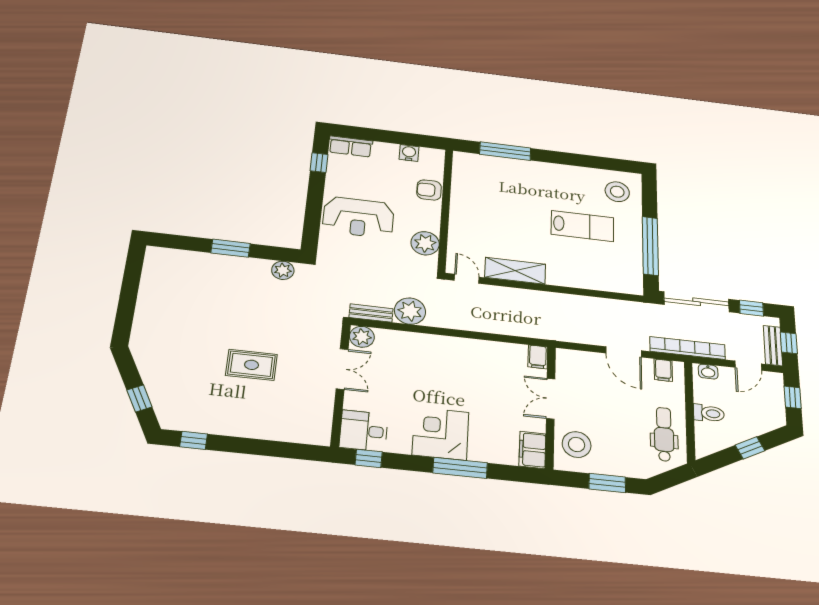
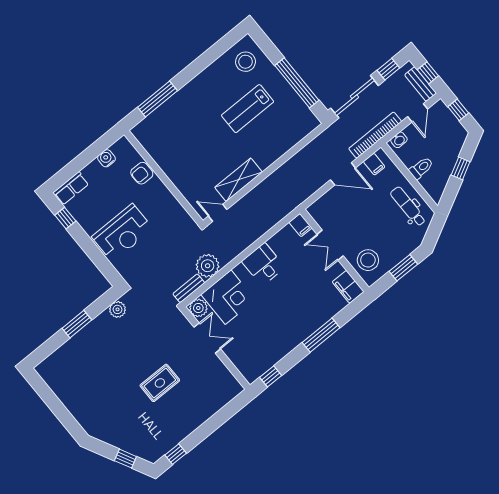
lab bench: (582, 226) -> (248, 109), turned 180
plant: (425, 243) -> (174, 212), removed
desk: (364, 431) -> (263, 264), moved, turned 90
corner desk: (441, 433) -> (228, 297), moved, turned 180

